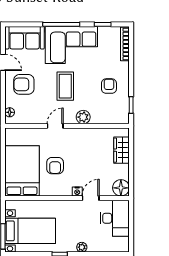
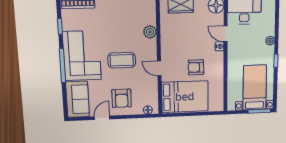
armchair: (109, 86) -> (120, 19), removed
plant: (83, 117) -> (150, 32), moved
armchair: (55, 166) -> (196, 67), turned 180
bed: (22, 171) -> (185, 97), moved, turned 180

